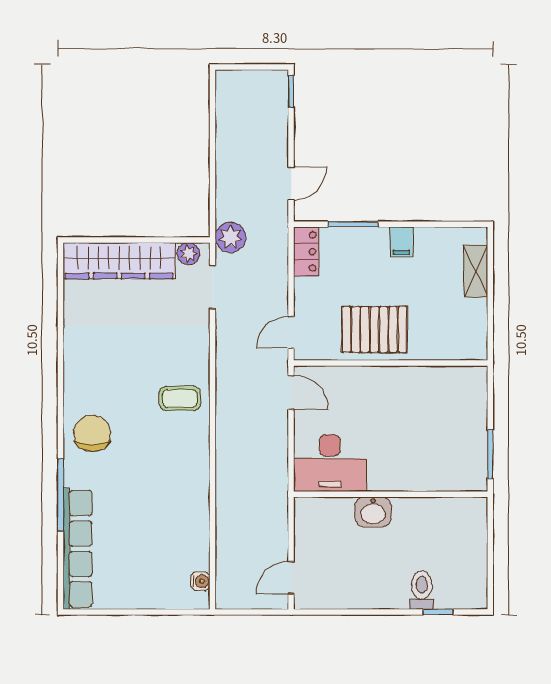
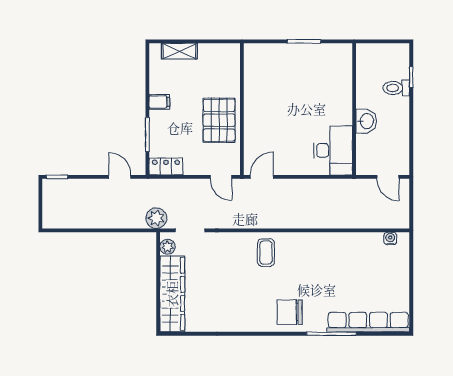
desk: (330, 463) -> (333, 150), moved
wall: (391, 494) -> (354, 109), moved
washbasin: (373, 512) -> (366, 121), moved

